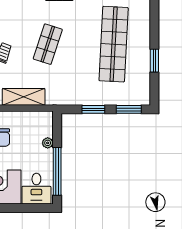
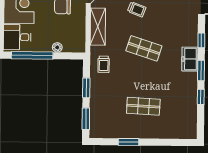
shop shelf: (114, 44) -> (143, 106), width x0.50, depth x0.74
trolley: (66, 90) -> (104, 64), added

